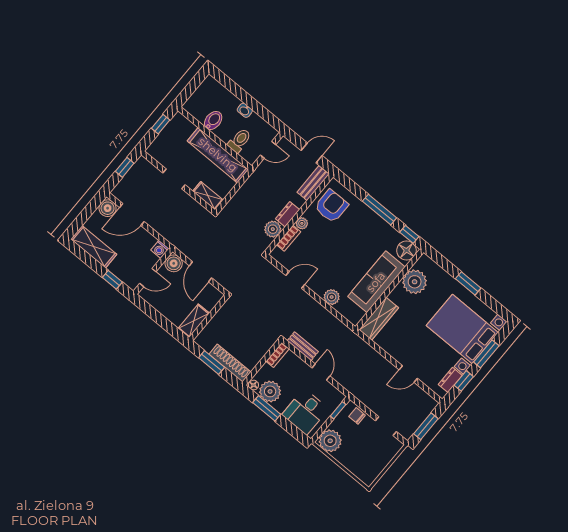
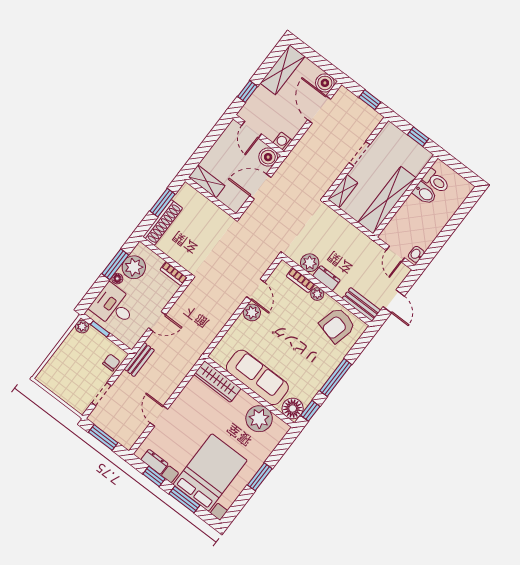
washbasin: (245, 110) -> (416, 254), moved
toilet: (239, 140) -> (436, 181), moved
armchair: (331, 206) -> (337, 325), turned 104
plant: (332, 297) -> (252, 312), moved
bench: (303, 346) -> (139, 360), moved
floor lamp: (253, 385) -> (117, 279), moved
window: (338, 410) -> (100, 329), moved
plant: (330, 441) -> (82, 327), width x0.53, depth x0.53

